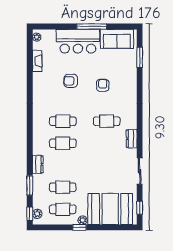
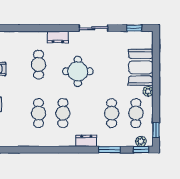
round table: (101, 157) -> (78, 71), added
booth: (110, 209) -> (141, 67), width x0.73, depth x0.70
window: (79, 227) -> (156, 130), moved

